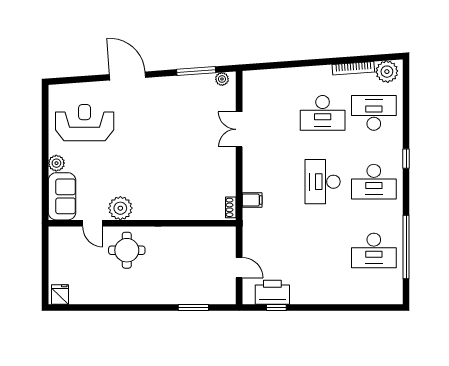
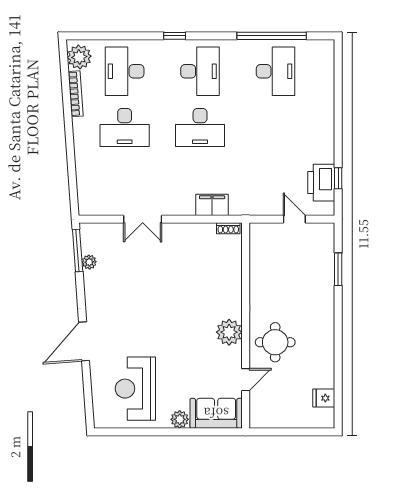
window: (196, 71) -> (78, 250), moved
plant: (222, 79) -> (89, 262), moved
desk: (323, 113) -> (125, 128), turned 90
filing cabinet: (252, 200) -> (212, 205), width x2.00
plant: (120, 208) -> (229, 332), moved
door: (239, 268) -> (294, 219), hinge flipped
fridge: (60, 294) -> (324, 398), moved

